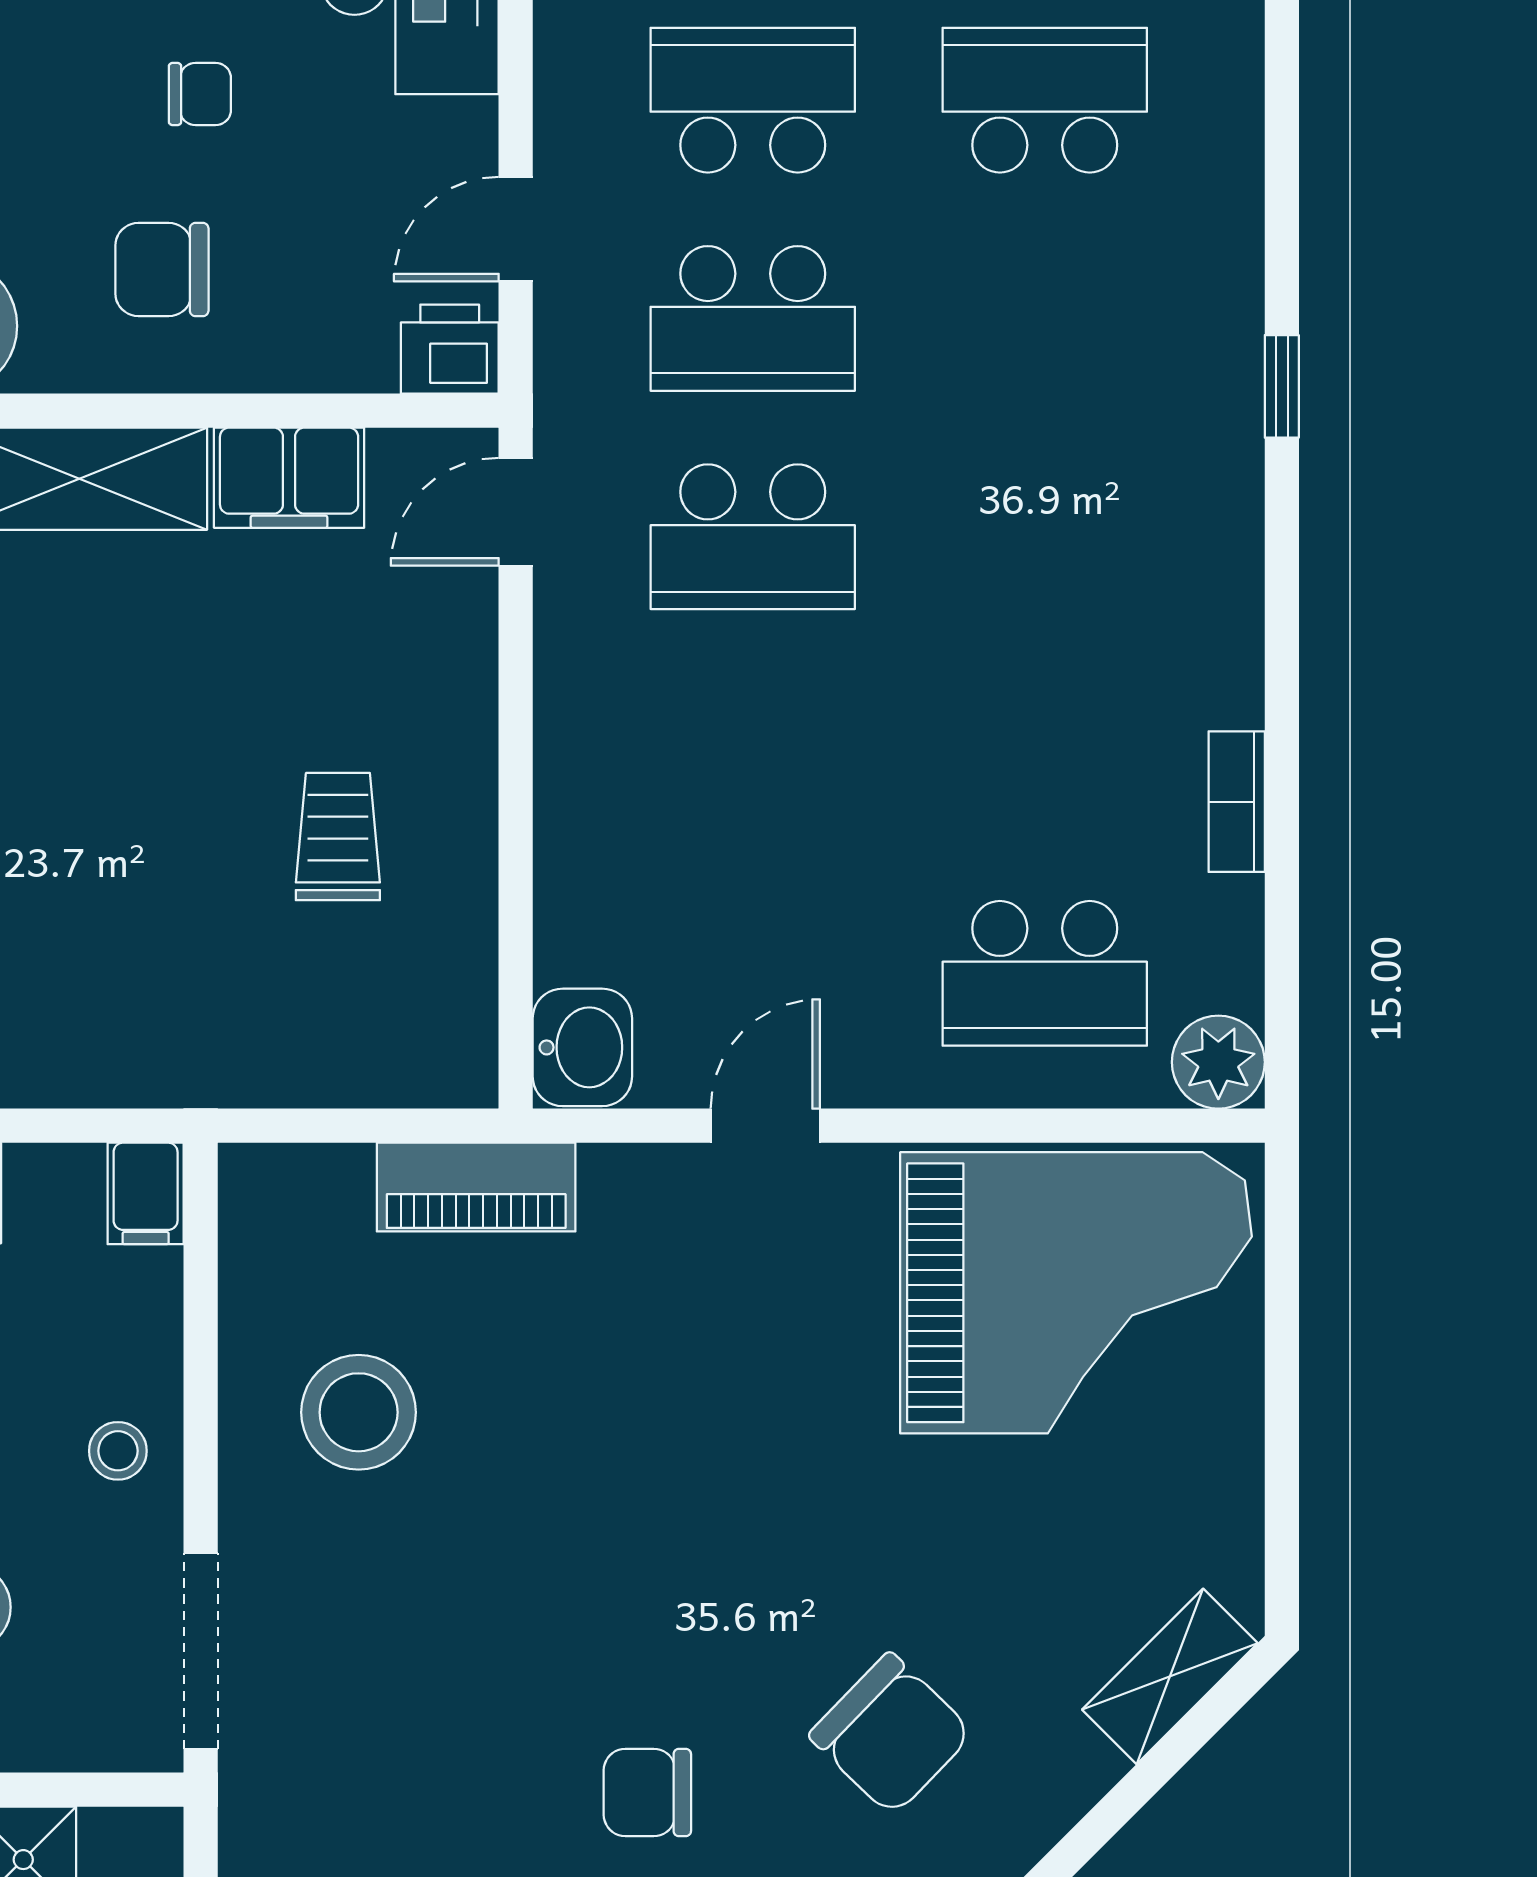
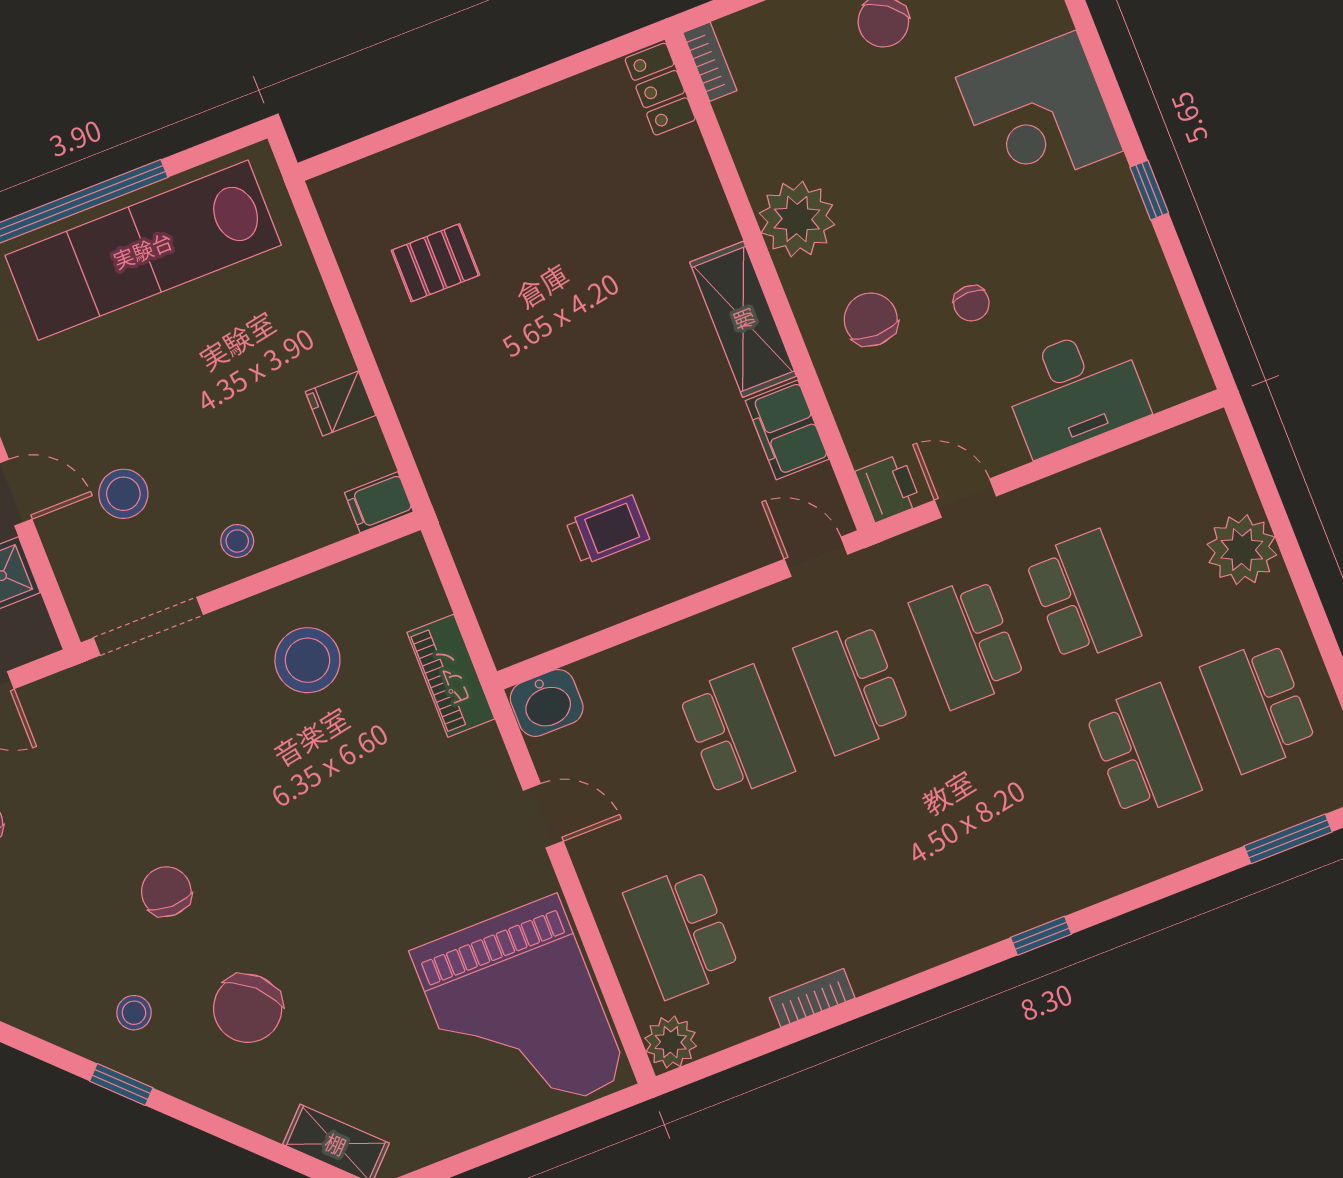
school desk: (753, 755) -> (737, 732), added

